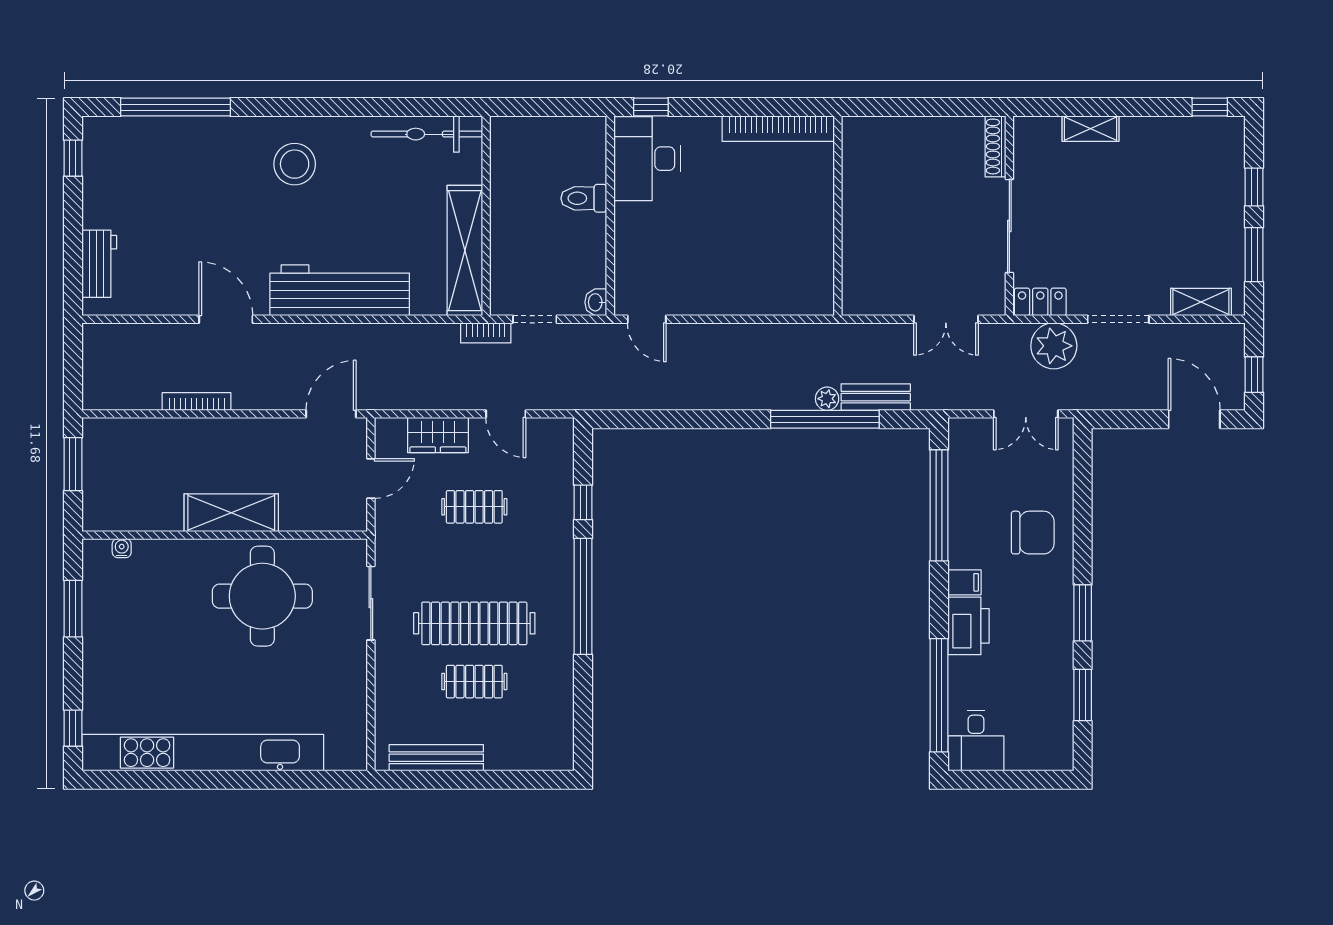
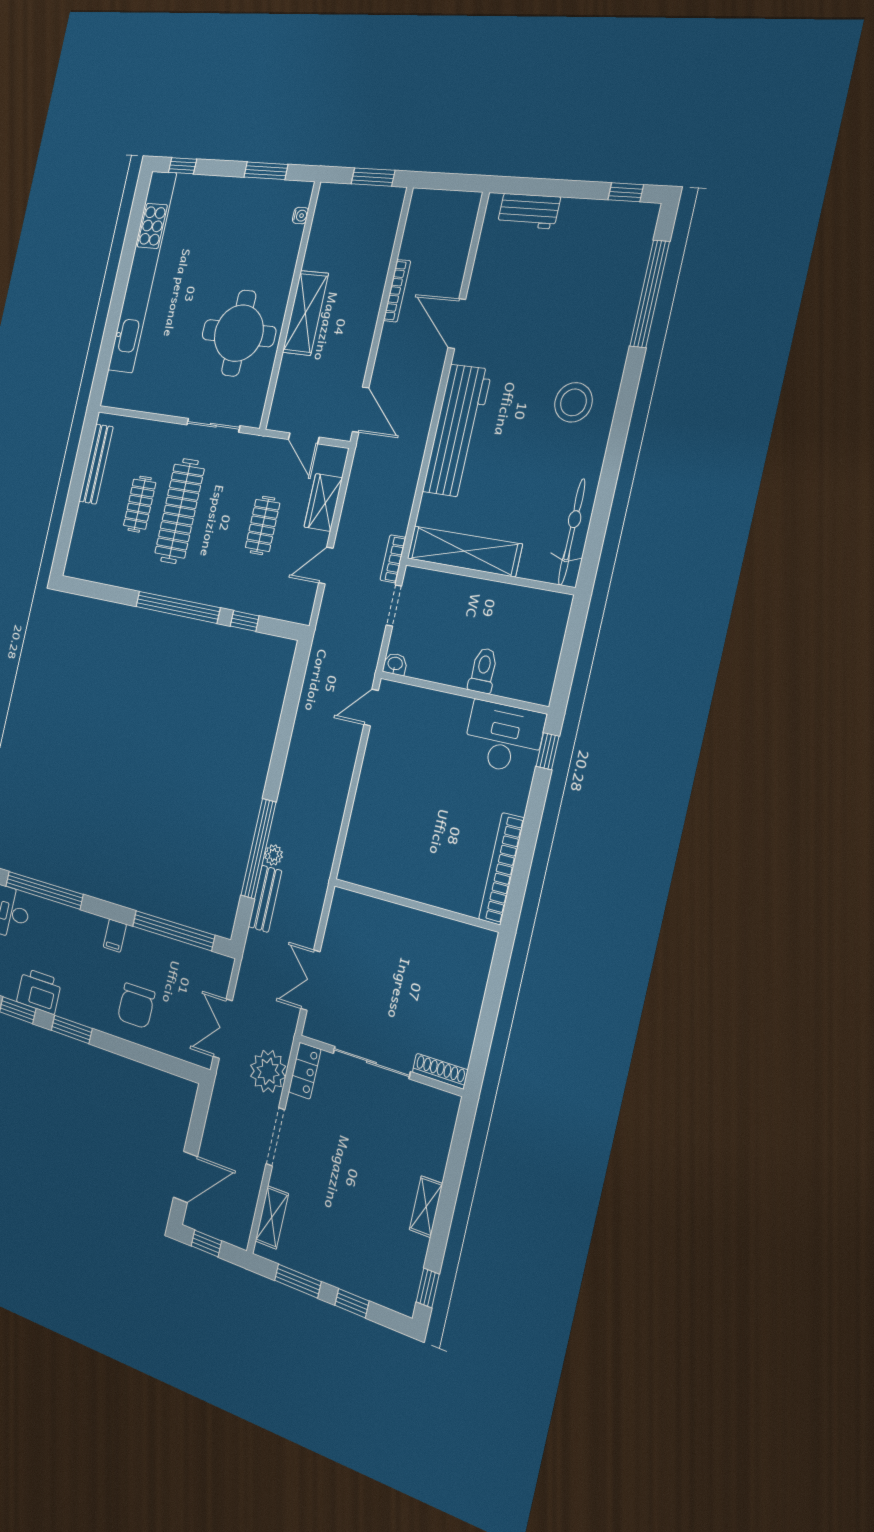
shelving: (1091, 129) -> (426, 1207), moved
door: (226, 319) -> (457, 324), swing flipped
printer: (968, 626) -> (39, 991), moved, turned 180

